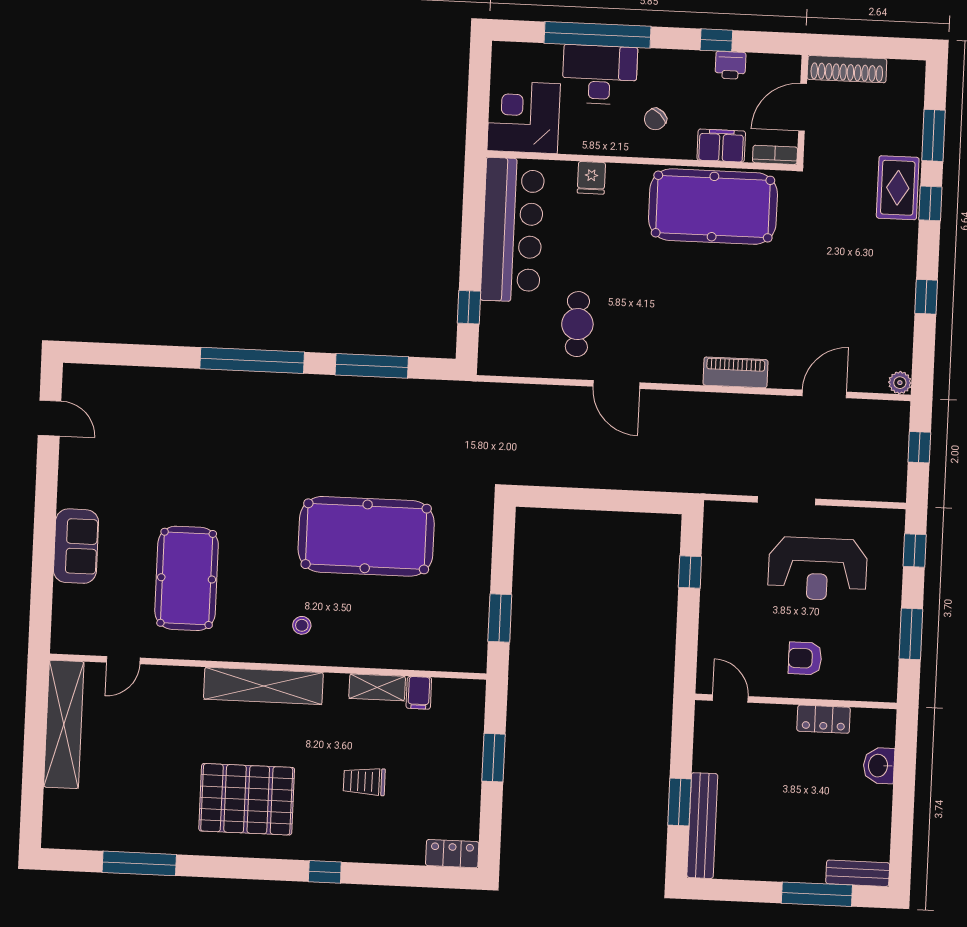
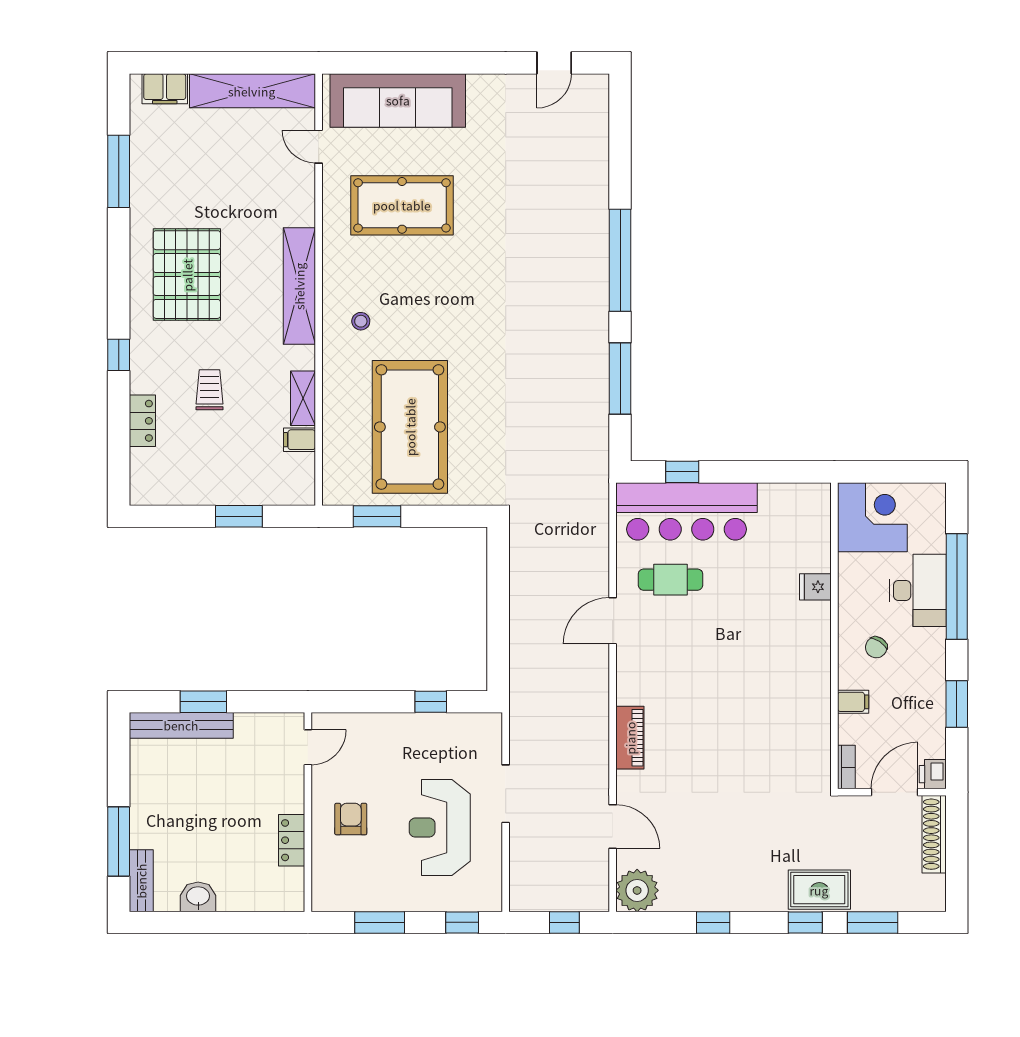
window: (716, 40) -> (957, 704), width x1.50
printer: (730, 65) -> (933, 774), moved
door: (803, 107) -> (894, 792), hinge flipped
chair: (655, 119) -> (876, 647), turned -100
filing cabinet: (721, 145) -> (853, 702), width x0.50
pool table: (713, 207) -> (793, 708), removed
bar counter: (513, 230) -> (687, 511), moved
plant: (900, 383) -> (637, 890), width x1.87, depth x1.87
pool table: (366, 536) -> (410, 427), moved
sofa: (76, 546) -> (398, 100), width x1.85, depth x1.27
washbasin: (879, 766) -> (198, 897), moved
filing cabinet: (58, 813) -> (165, 89), added
locker: (452, 854) -> (142, 421), moved

